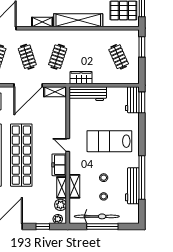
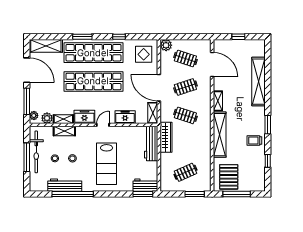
wardrobe: (81, 78) -> (166, 137), width x1.50
freezer: (59, 121) -> (125, 117), added
lab bench: (109, 141) -> (107, 164), turned 180
window: (43, 226) -> (27, 101), width x2.17

